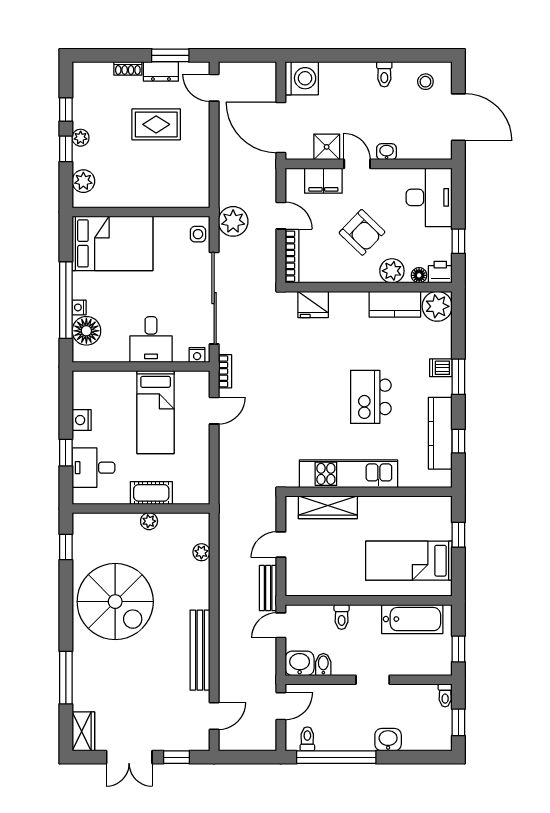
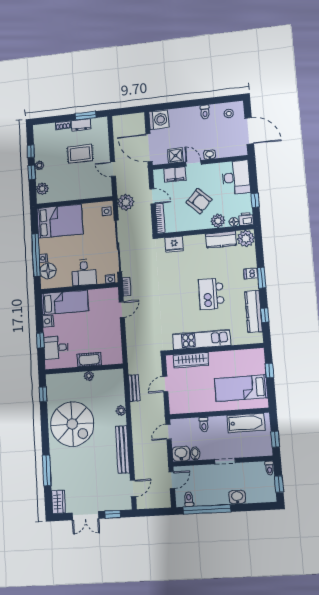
door: (214, 88) -> (113, 169), moved
bed: (156, 412) -> (65, 302), moved, turned -90
plant: (201, 552) -> (121, 411), moved
bench: (268, 588) -> (134, 388), moved

